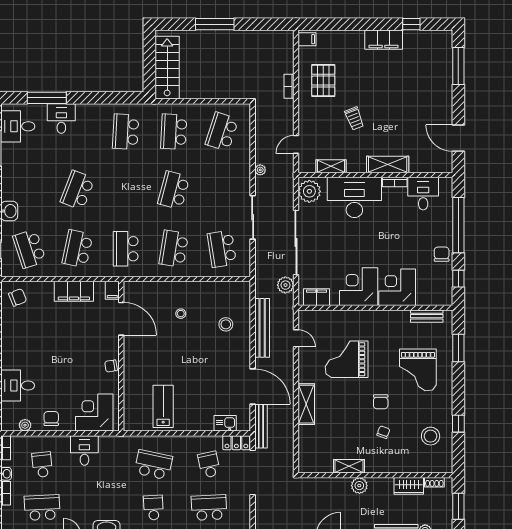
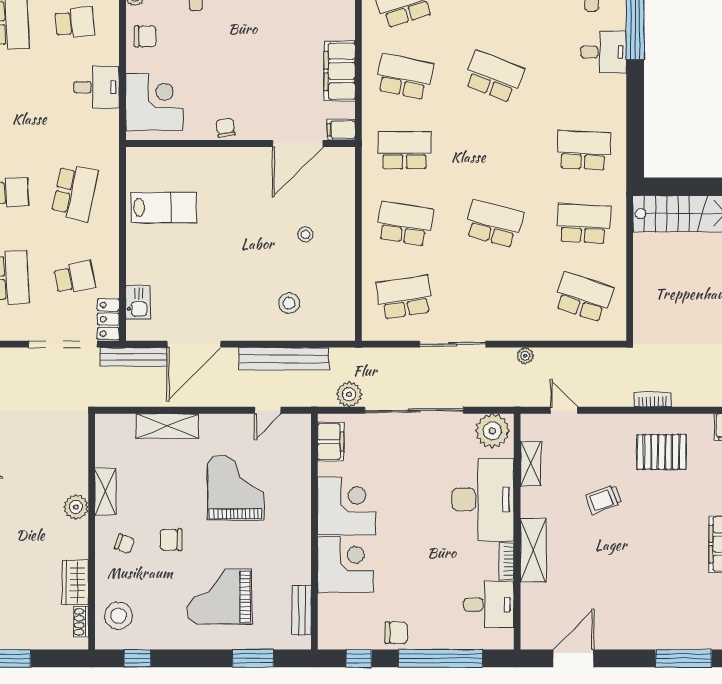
shelving: (349, 466) -> (105, 491), moved
wall: (375, 475) -> (92, 532), moved
shoe rack: (434, 482) -> (81, 622), moved
plant: (359, 486) -> (76, 507), moved
wardrobe: (409, 486) -> (75, 582), moved

